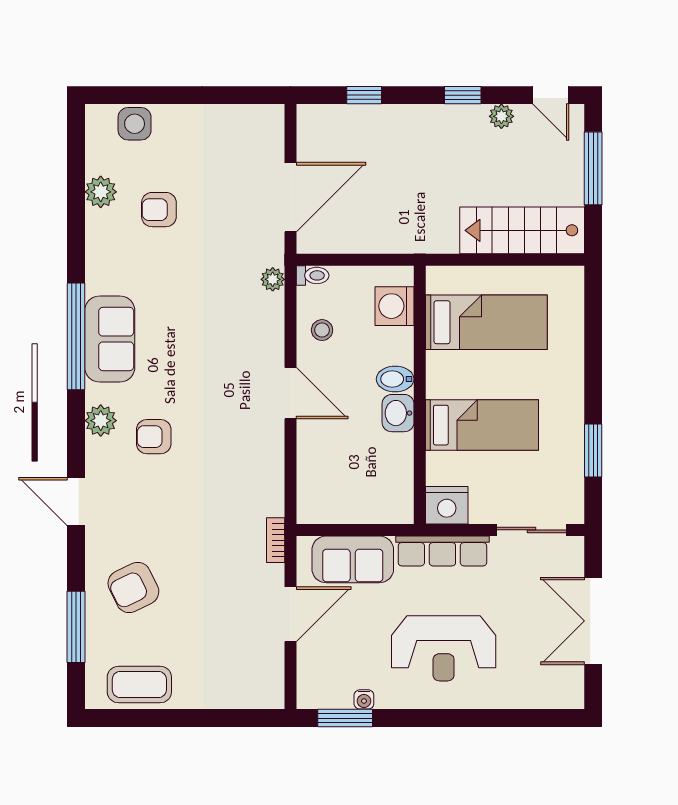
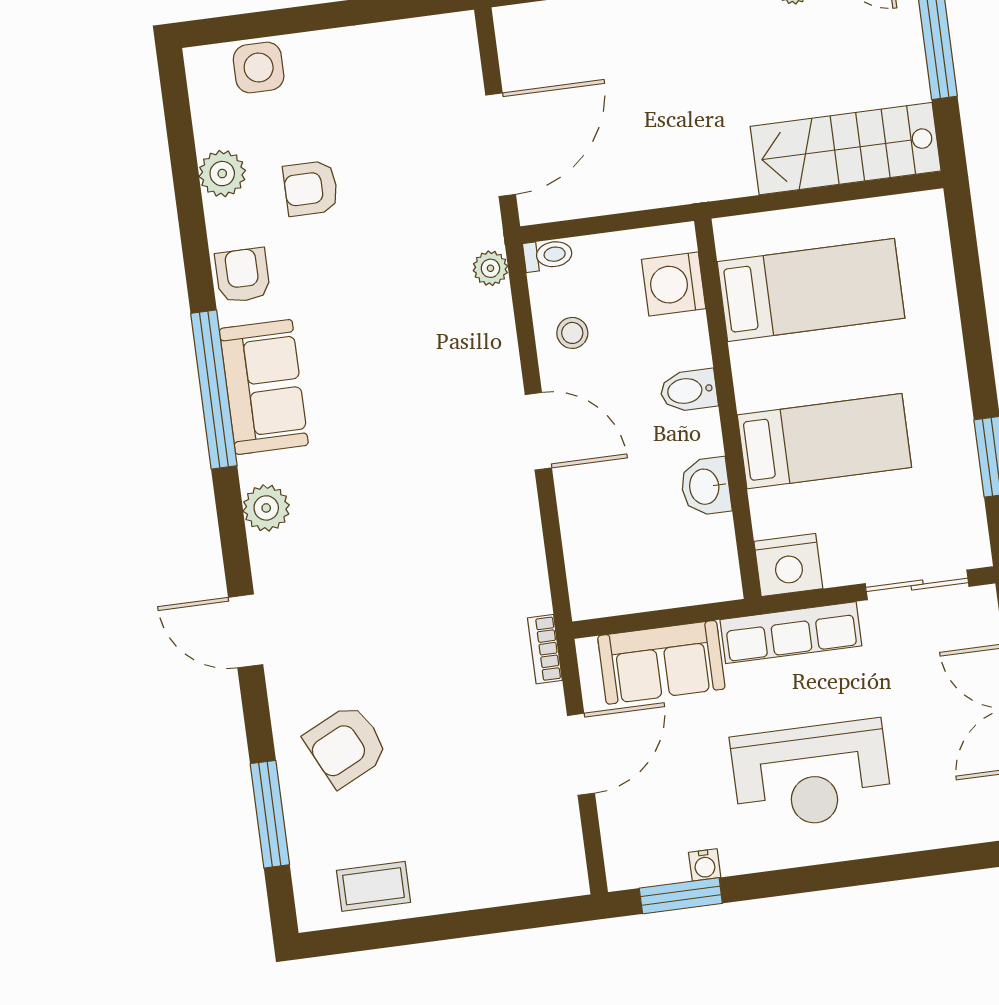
washbasin: (398, 413) -> (706, 487), moved
armchair: (154, 437) -> (243, 275), moved, turned 90
coffee table: (139, 685) -> (373, 886), width x0.73, depth x0.77

